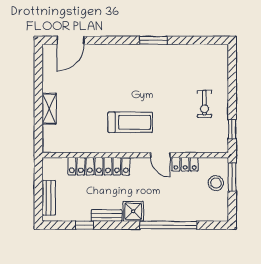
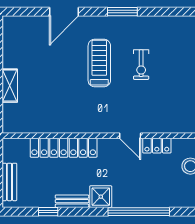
door: (70, 40) -> (64, 12), moved
exercise bike: (204, 104) -> (141, 65), moved
treadmill: (130, 122) -> (99, 63), moved, turned -90

